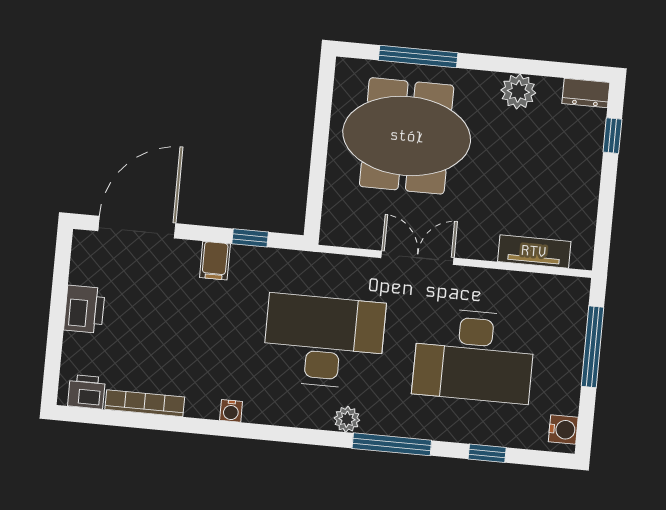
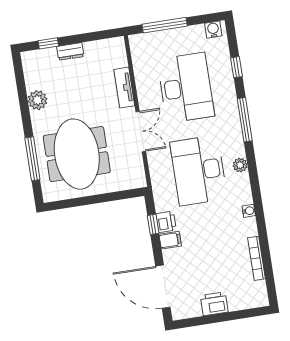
dresser: (586, 93) -> (70, 51), moved, turned 90
tv unit: (534, 251) -> (124, 88), moved
double door: (417, 258) -> (141, 132), swing flipped
printer: (86, 392) -> (166, 222), moved, turned 180
plant: (347, 419) -> (240, 165), moved

